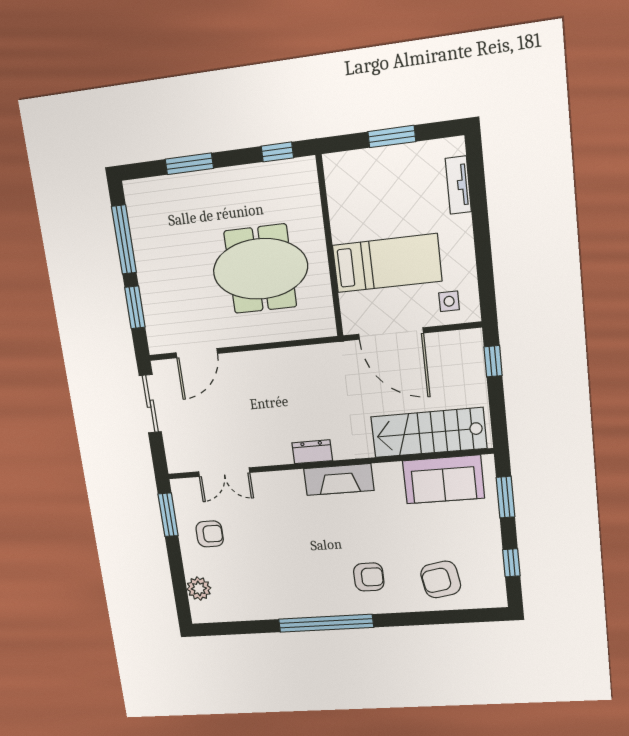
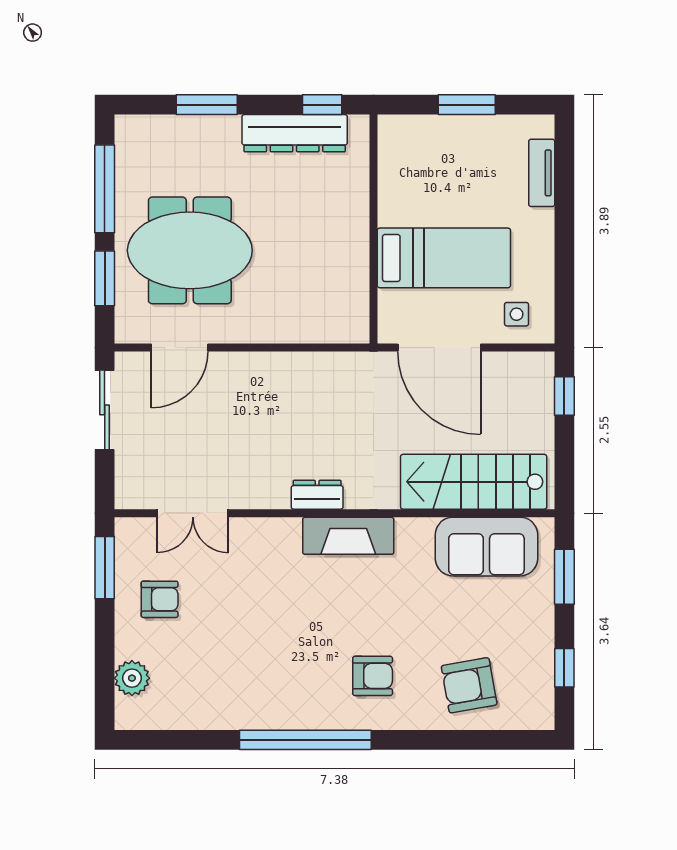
dresser: (259, 178) -> (295, 133), added
meeting table: (260, 269) -> (190, 250), moved

